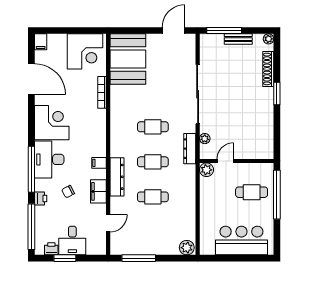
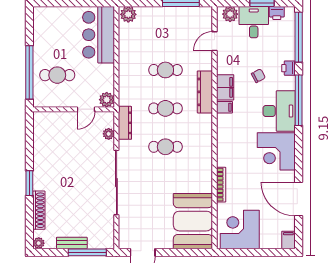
filing cabinet: (98, 191) -> (225, 87), moved
bar counter: (241, 241) -> (99, 35), moved, turned 90
plant: (94, 248) -> (230, 14), added

